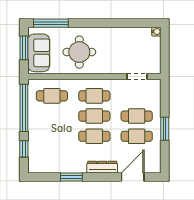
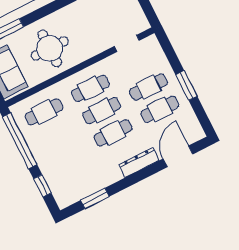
window: (71, 177) -> (95, 198), moved

